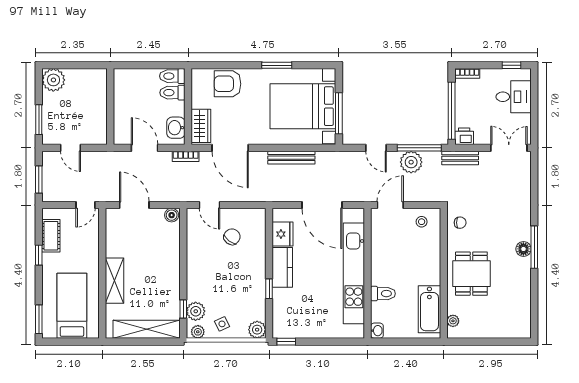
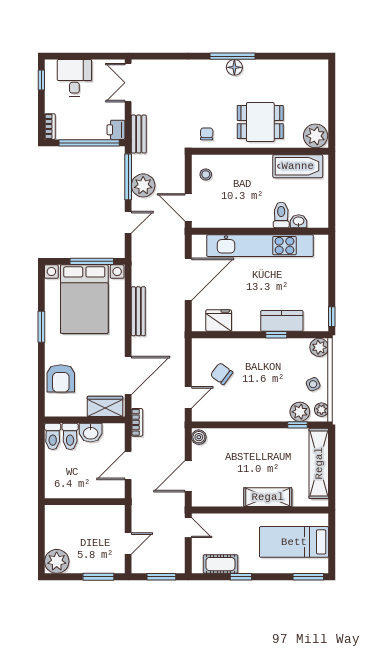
washbasin: (176, 128) -> (91, 433), moved
kitchen counter: (282, 267) -> (282, 321), moved
plant: (453, 321) -> (316, 136), width x1.88, depth x1.88
washbasin: (377, 331) -> (299, 221), moved

